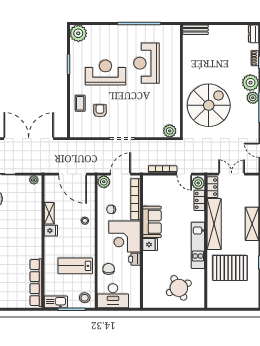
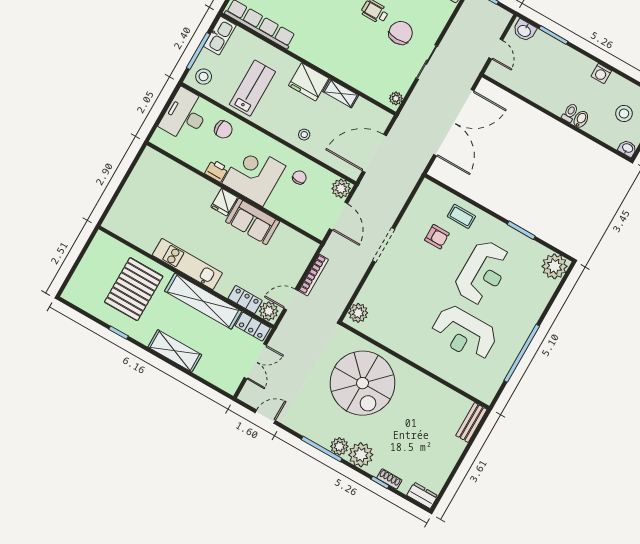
reception desk: (146, 63) -> (464, 333), turned 180
bookcase: (136, 199) -> (294, 217), removed
fridge: (51, 231) -> (309, 82), width x1.88, depth x1.34
round table: (179, 288) -> (146, 207), removed

